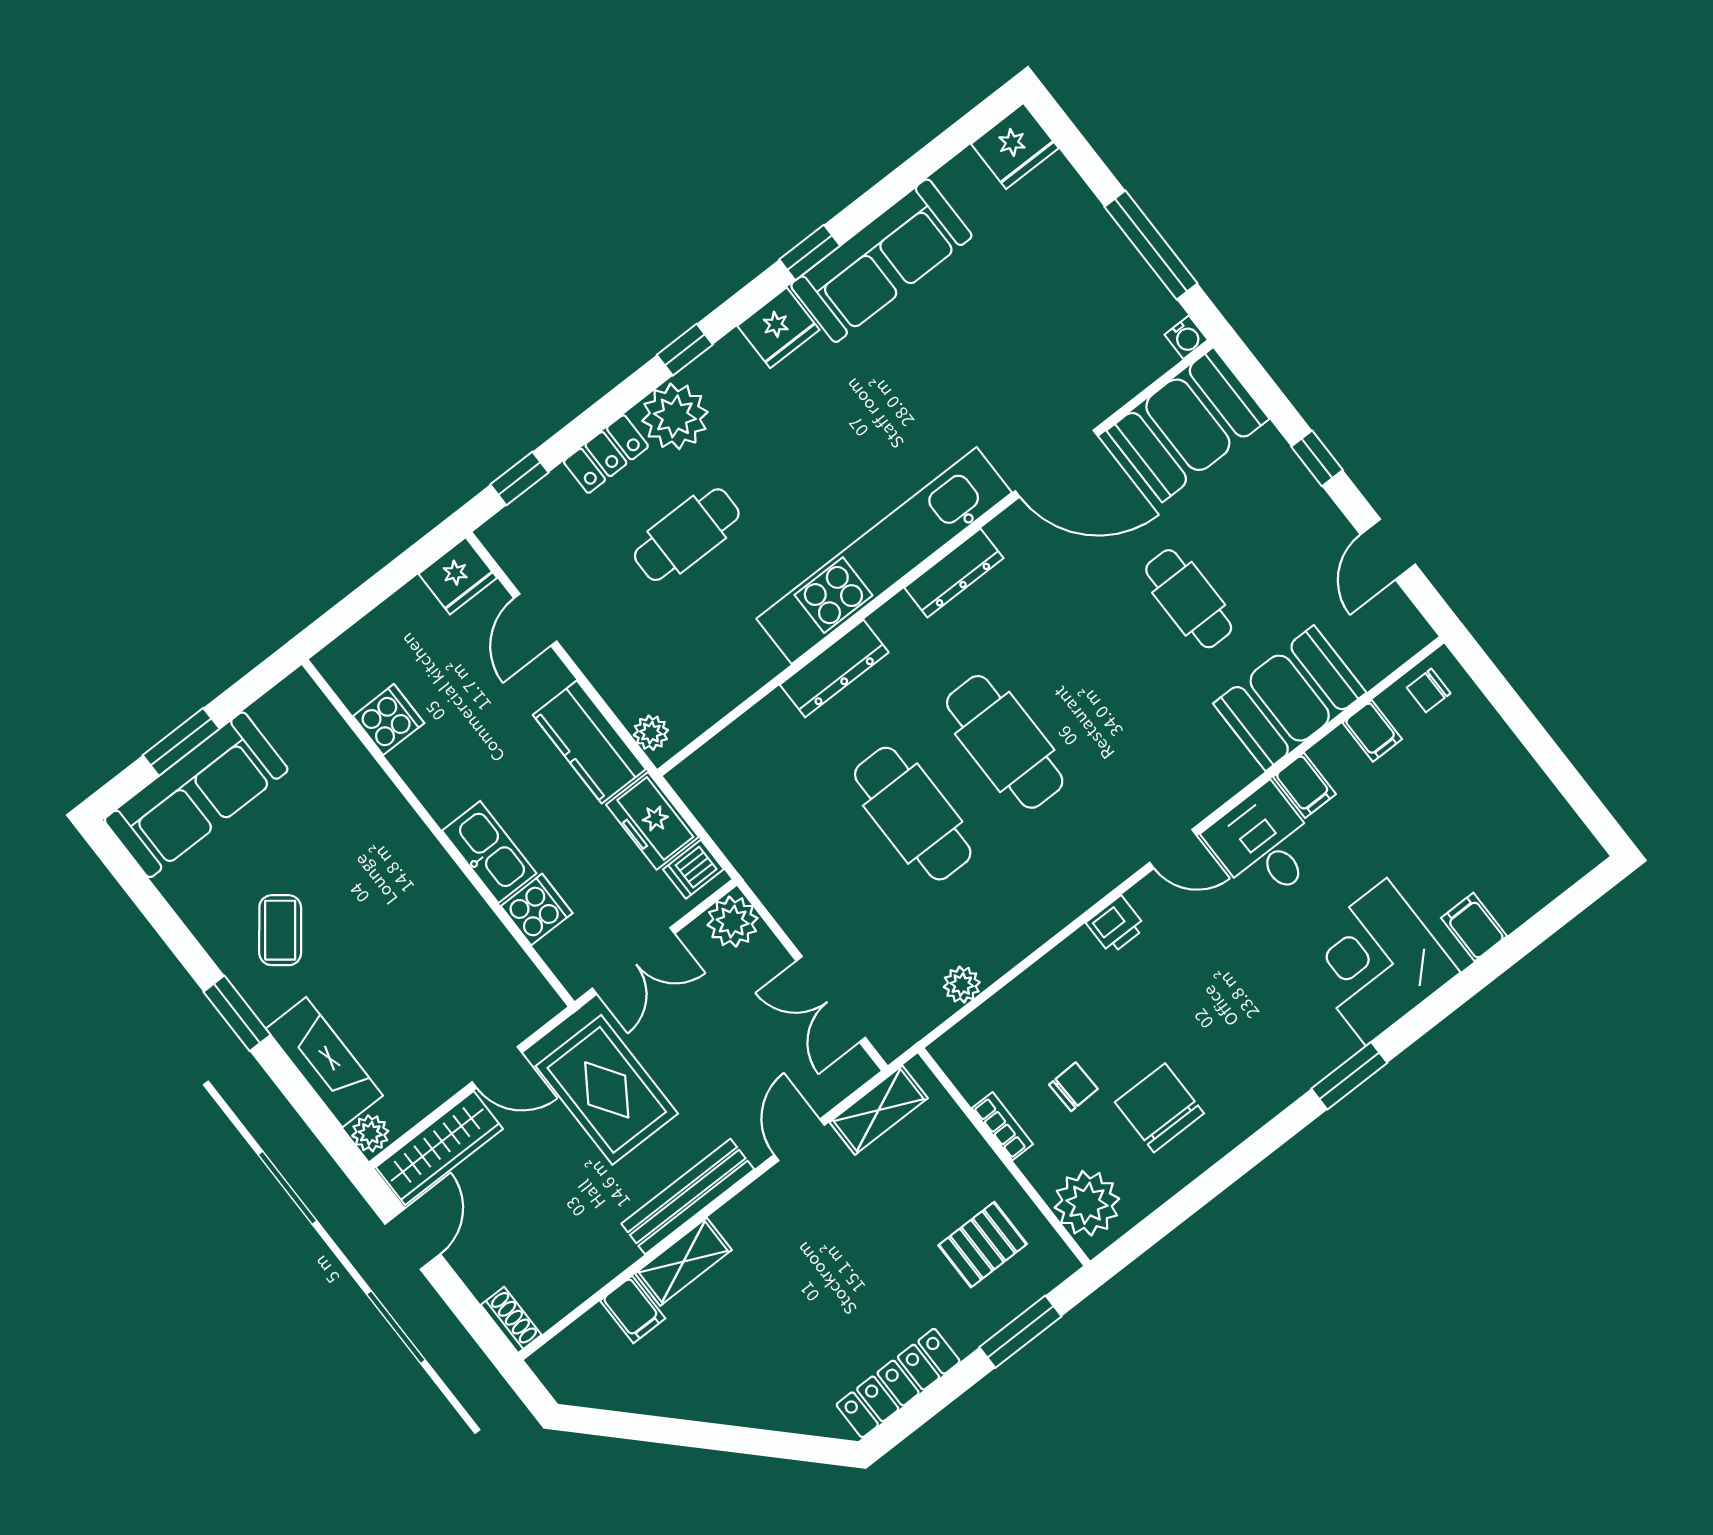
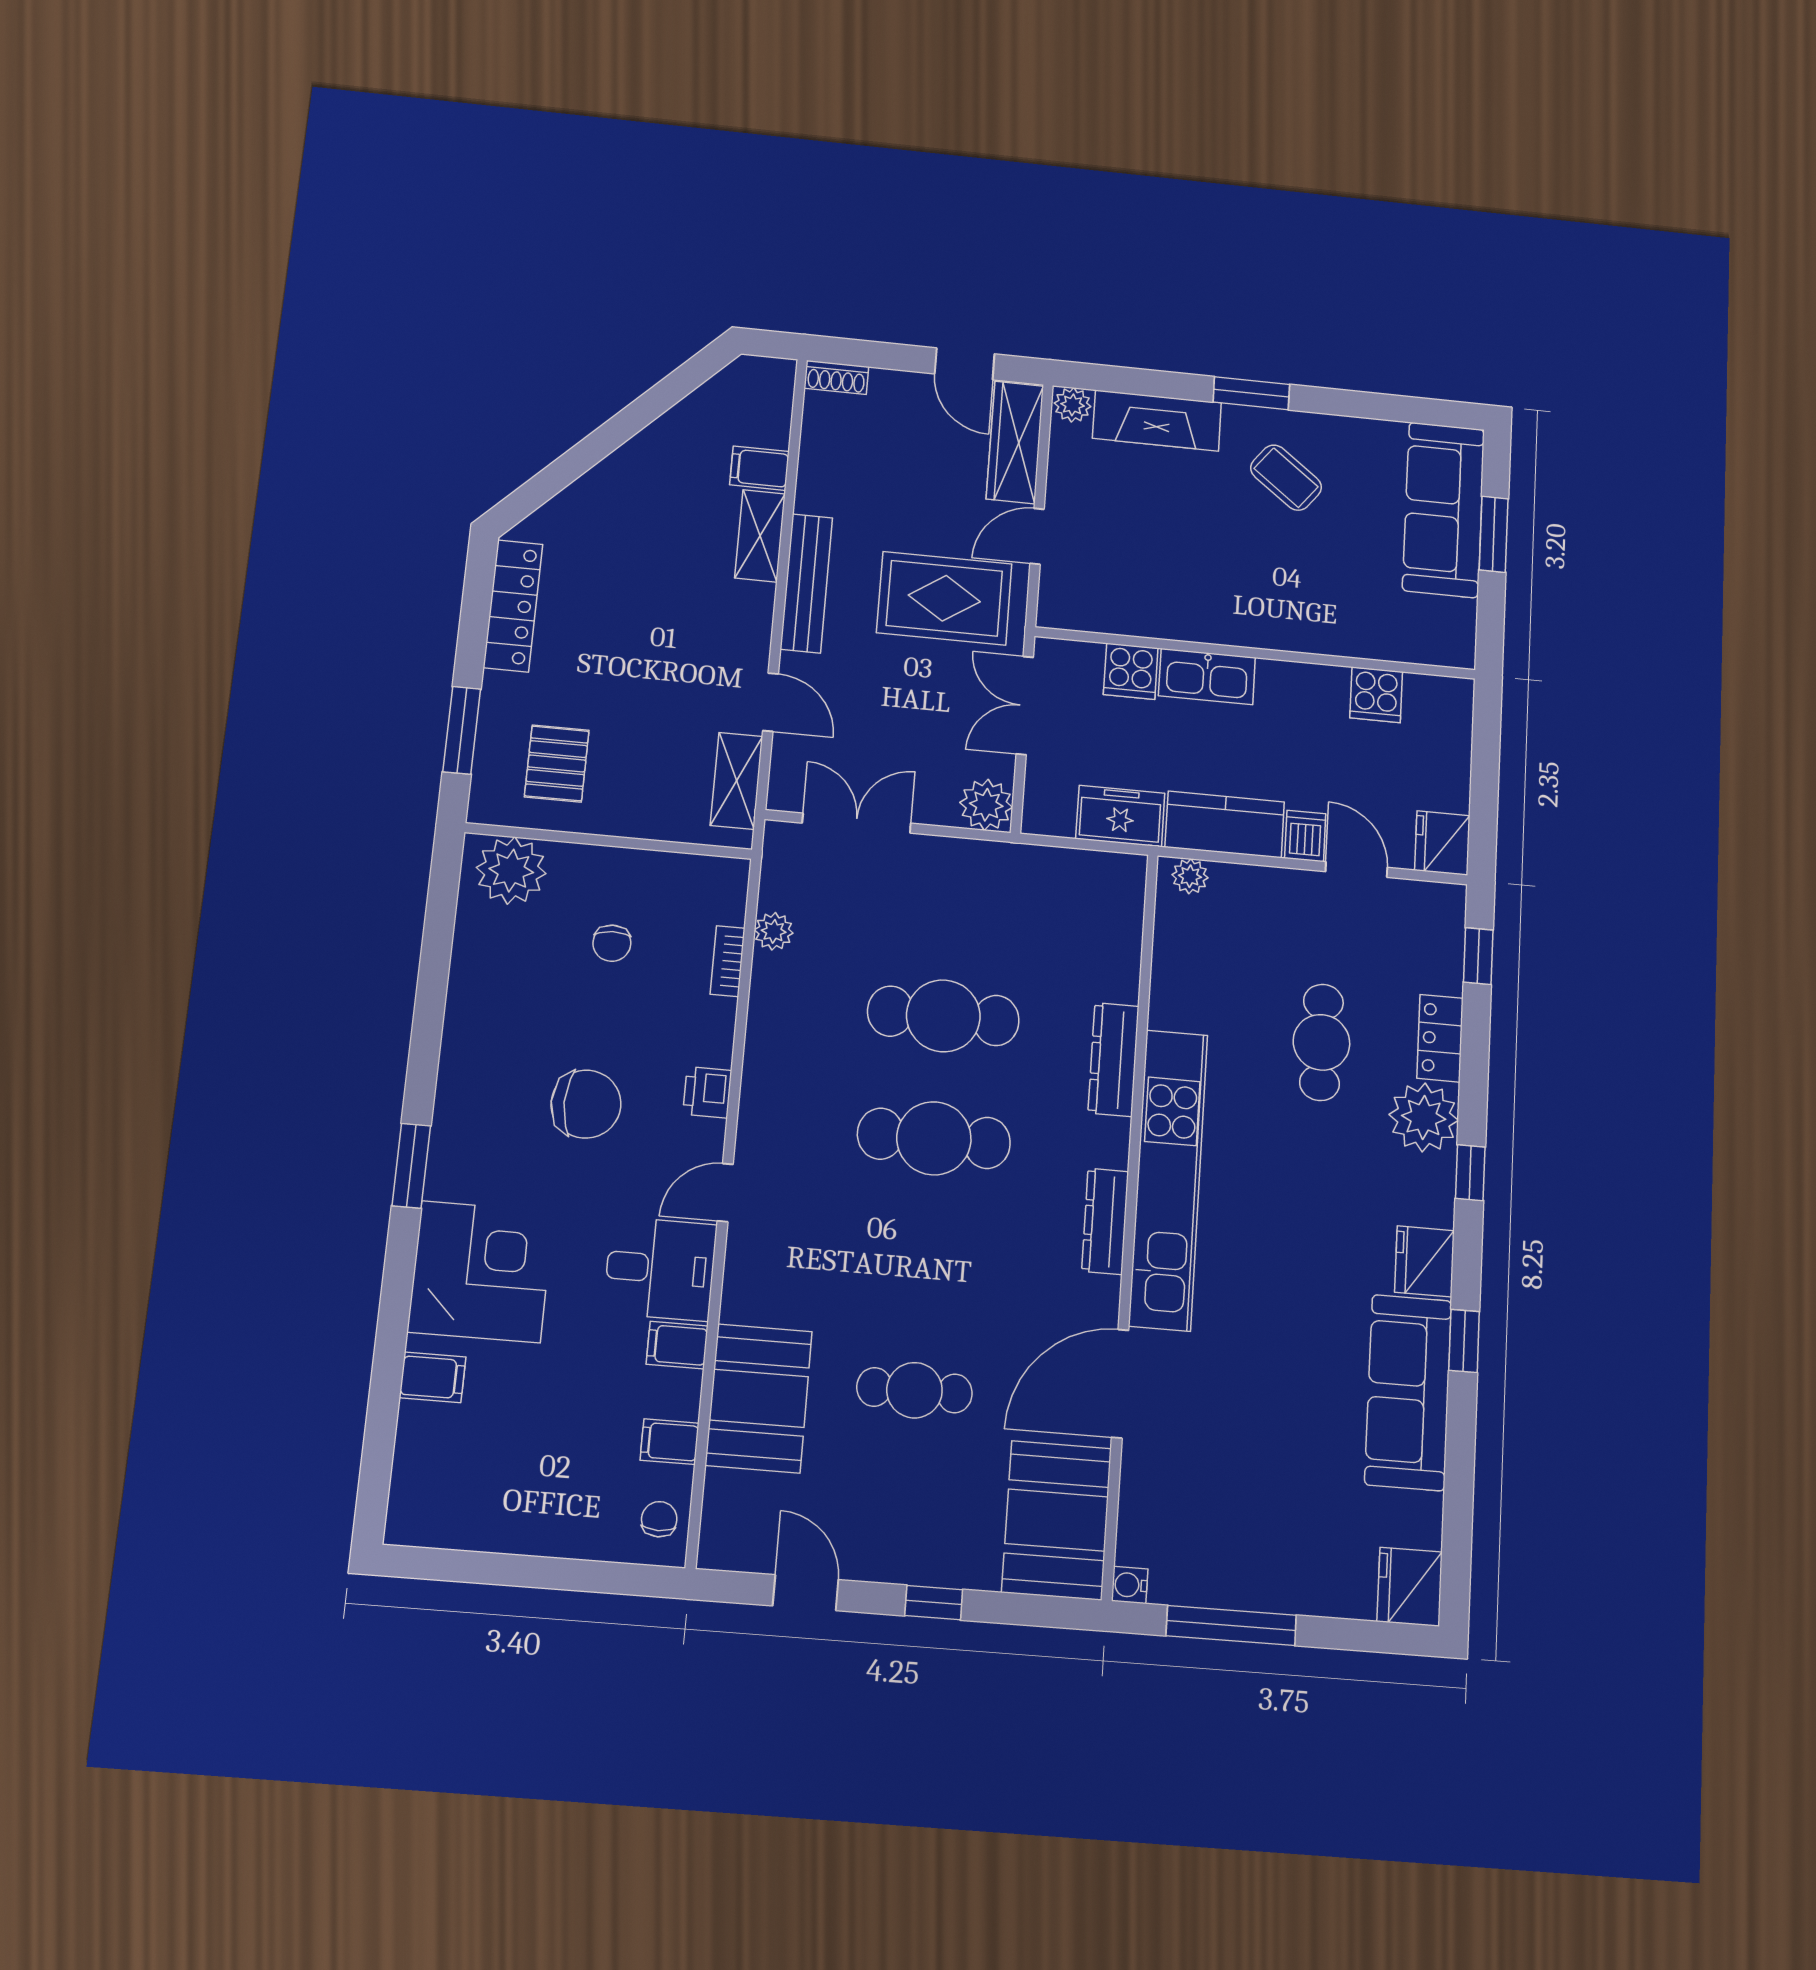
dishwasher: (693, 869) -> (1305, 836), moved
chair: (1159, 1108) -> (586, 1104), moved
bookcase: (1002, 1126) -> (728, 961), moved, turned 90

